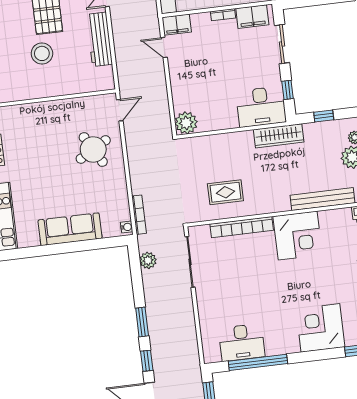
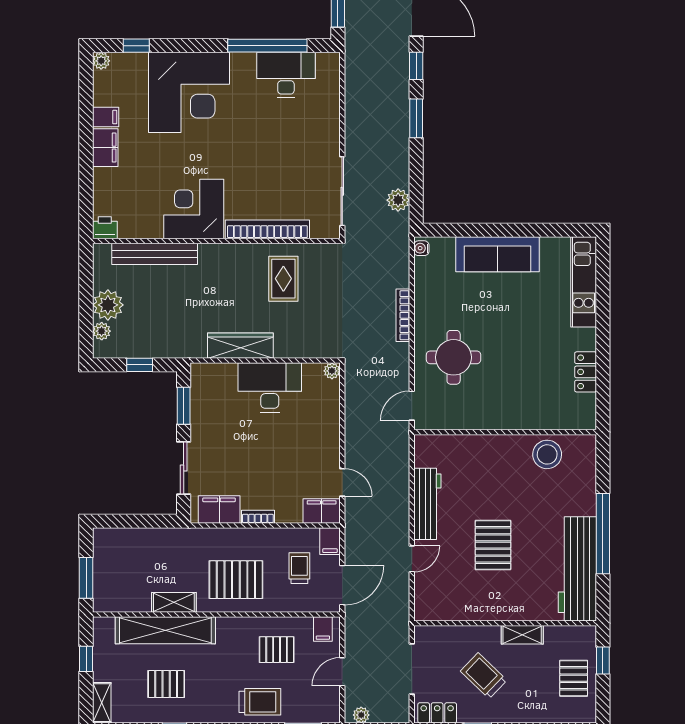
stool: (42, 53) -> (547, 454), moved
window: (288, 90) -> (184, 406), width x1.50
desk: (261, 107) -> (270, 388), moved
plant: (186, 123) -> (332, 371), width x0.53, depth x0.53
wardrobe: (279, 136) -> (240, 346), moved
round table: (93, 149) -> (454, 357), turned 30
rug: (225, 192) -> (283, 279), turned 90
bookcase: (139, 215) -> (403, 315), moved
corner desk: (320, 328) -> (189, 92), width x1.36, depth x1.36

